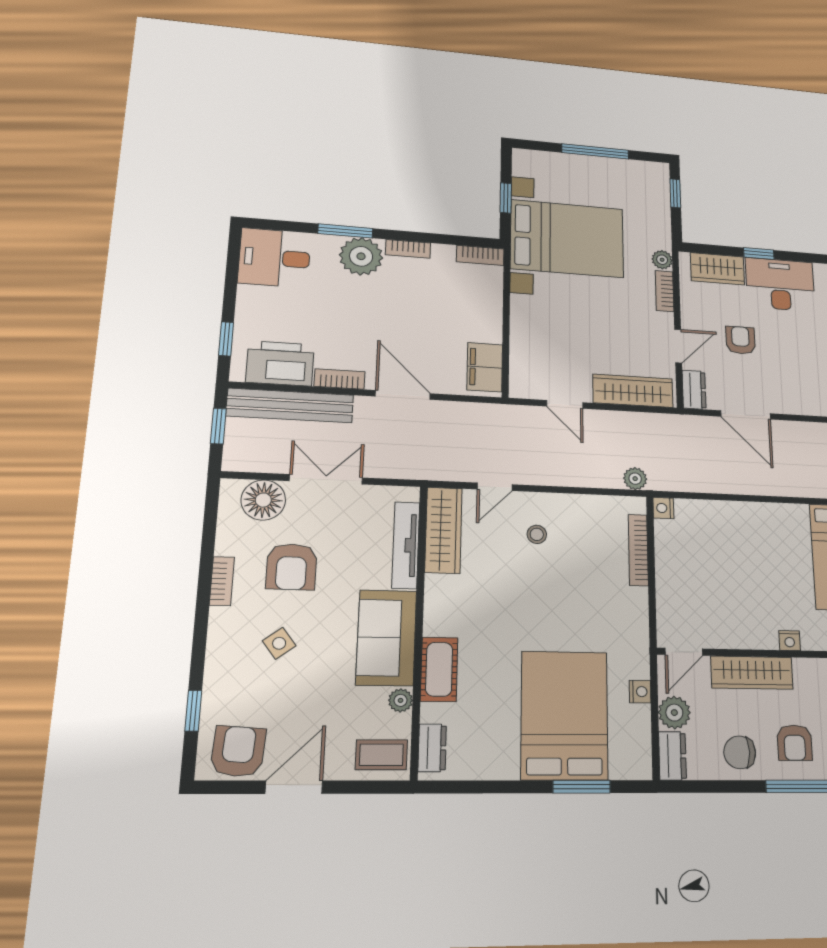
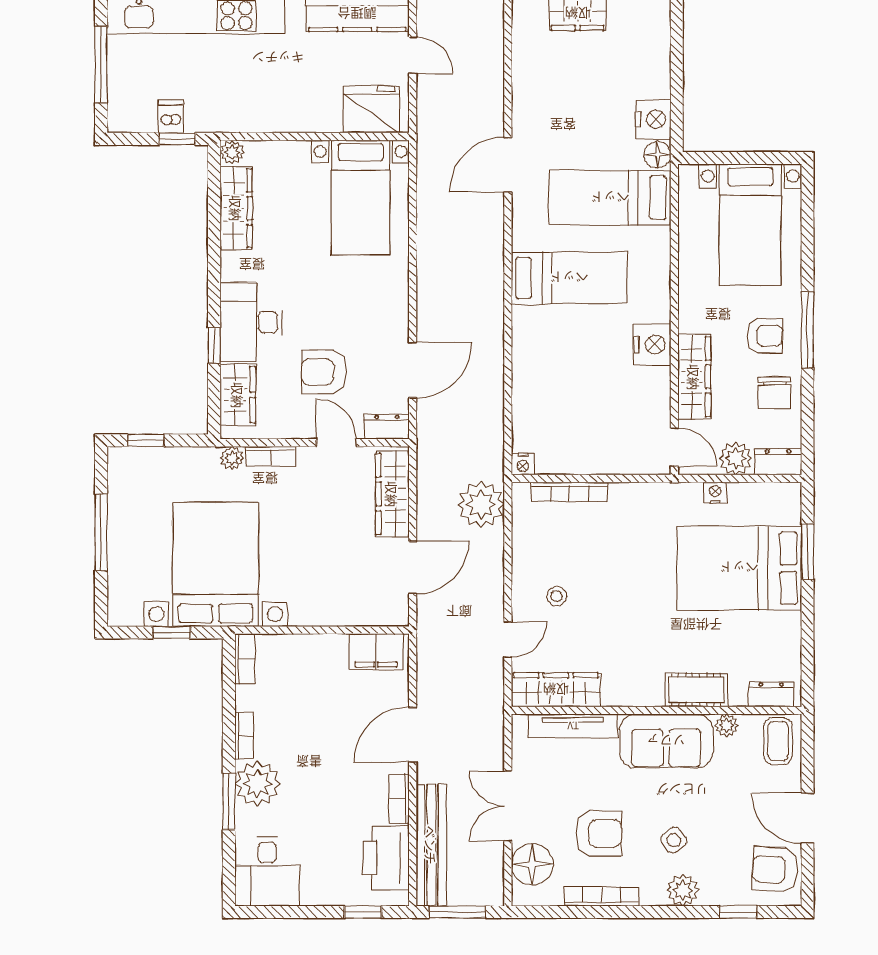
armchair: (740, 340) -> (324, 372), width x1.38, depth x1.38
door: (565, 404) -> (413, 567), width x1.38
window: (218, 426) -> (457, 912), width x1.50
plant: (635, 479) -> (481, 504), width x1.88, depth x1.88
door: (495, 487) -> (508, 639), hinge flipped
bookcase: (222, 581) -> (601, 896), width x1.56
nightstand: (790, 641) -> (652, 345), width x1.89, depth x1.79
plant: (223, 652) -> (683, 890), added

